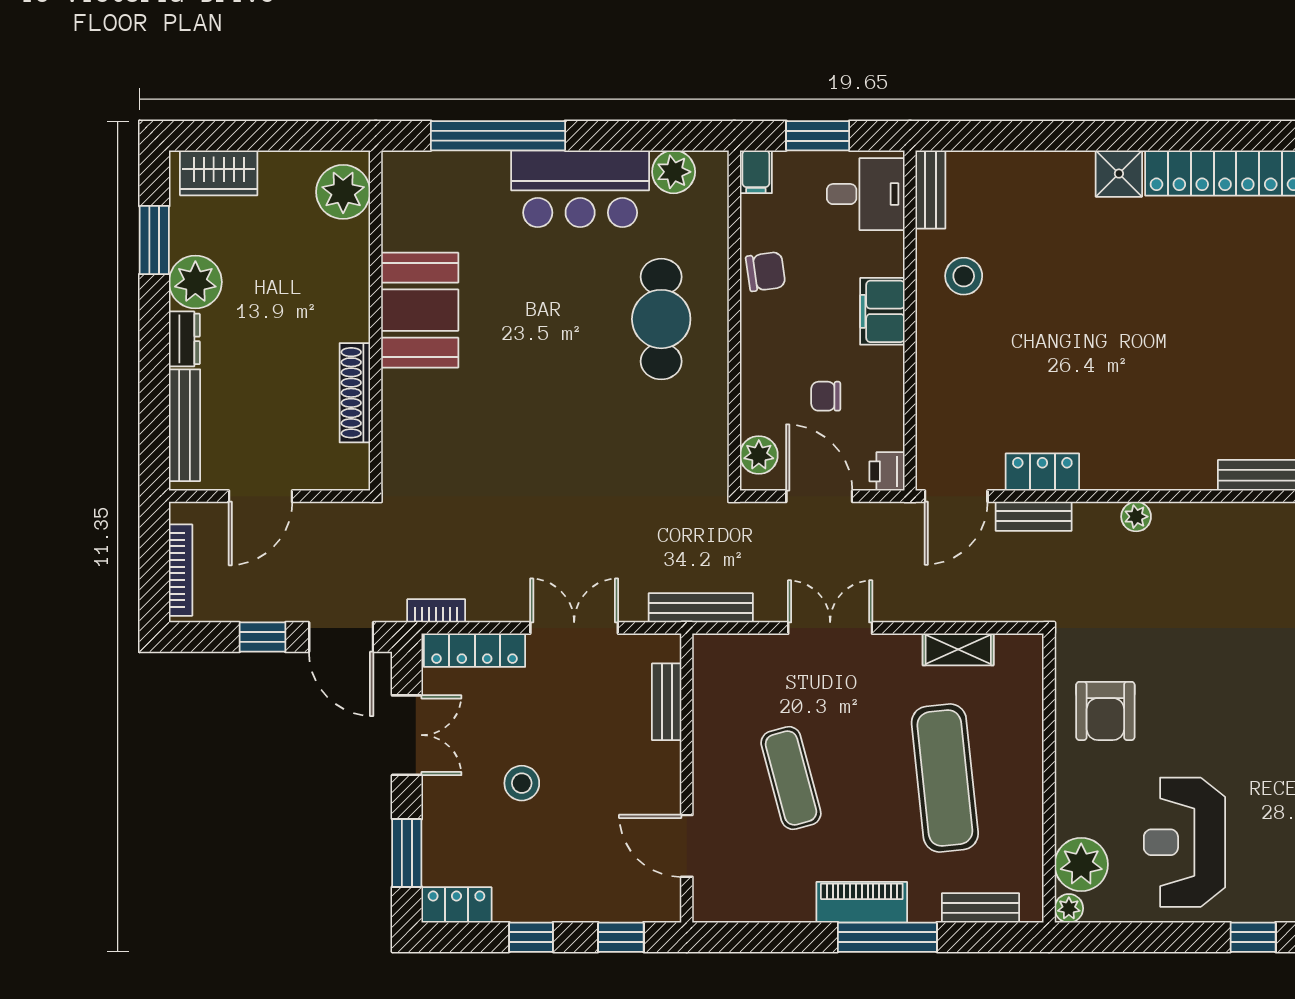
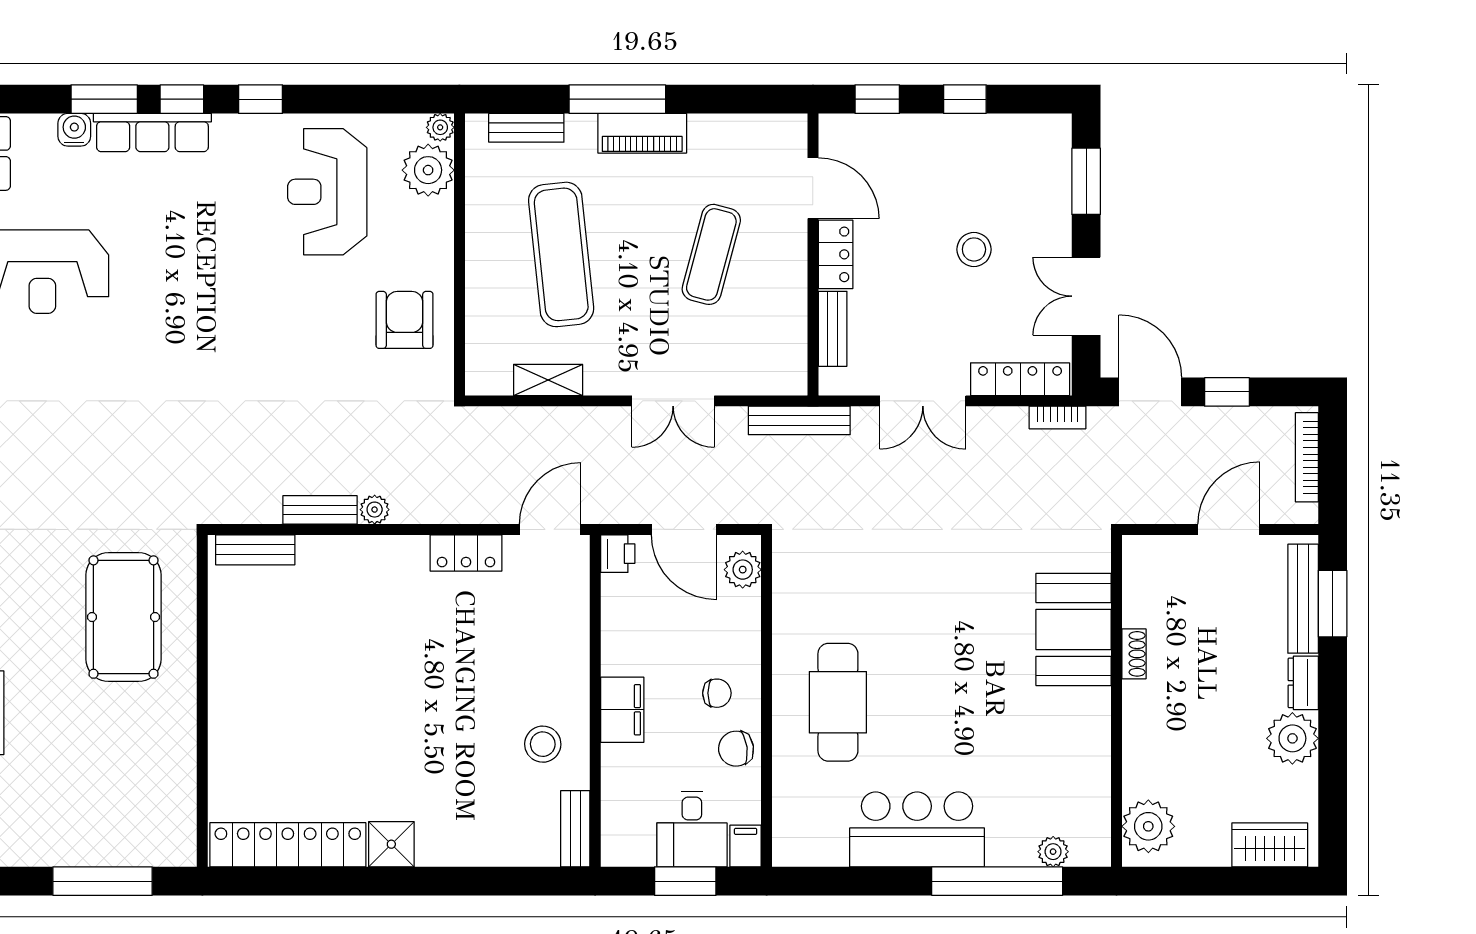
plant: (674, 172) -> (1053, 852), moved, width x0.73, depth x0.73
desk: (866, 194) -> (692, 829), moved, turned -90
window: (154, 240) -> (1333, 604), moved
booth: (420, 310) -> (1074, 629), moved
shoe rack: (355, 393) -> (1134, 654), width x0.51, depth x0.81
chair: (826, 396) -> (717, 693), moved
bench: (1034, 516) -> (320, 510), moved
exercise mat: (791, 778) -> (711, 254), turned 30
reception desk: (1185, 842) -> (327, 192), turned 180
locker: (456, 905) -> (836, 254), moved, turned -90

